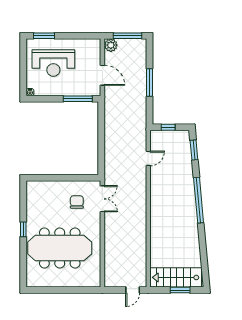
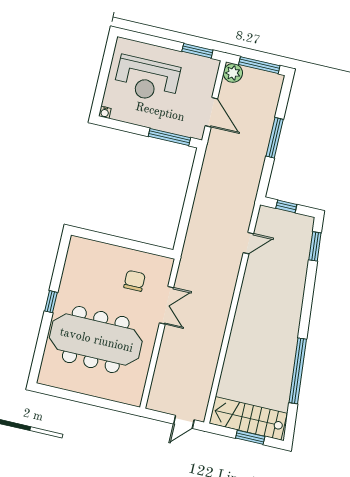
window: (44, 36) -> (197, 51), moved
double door: (102, 199) -> (167, 305), moved
window: (199, 200) -> (298, 371), moved

